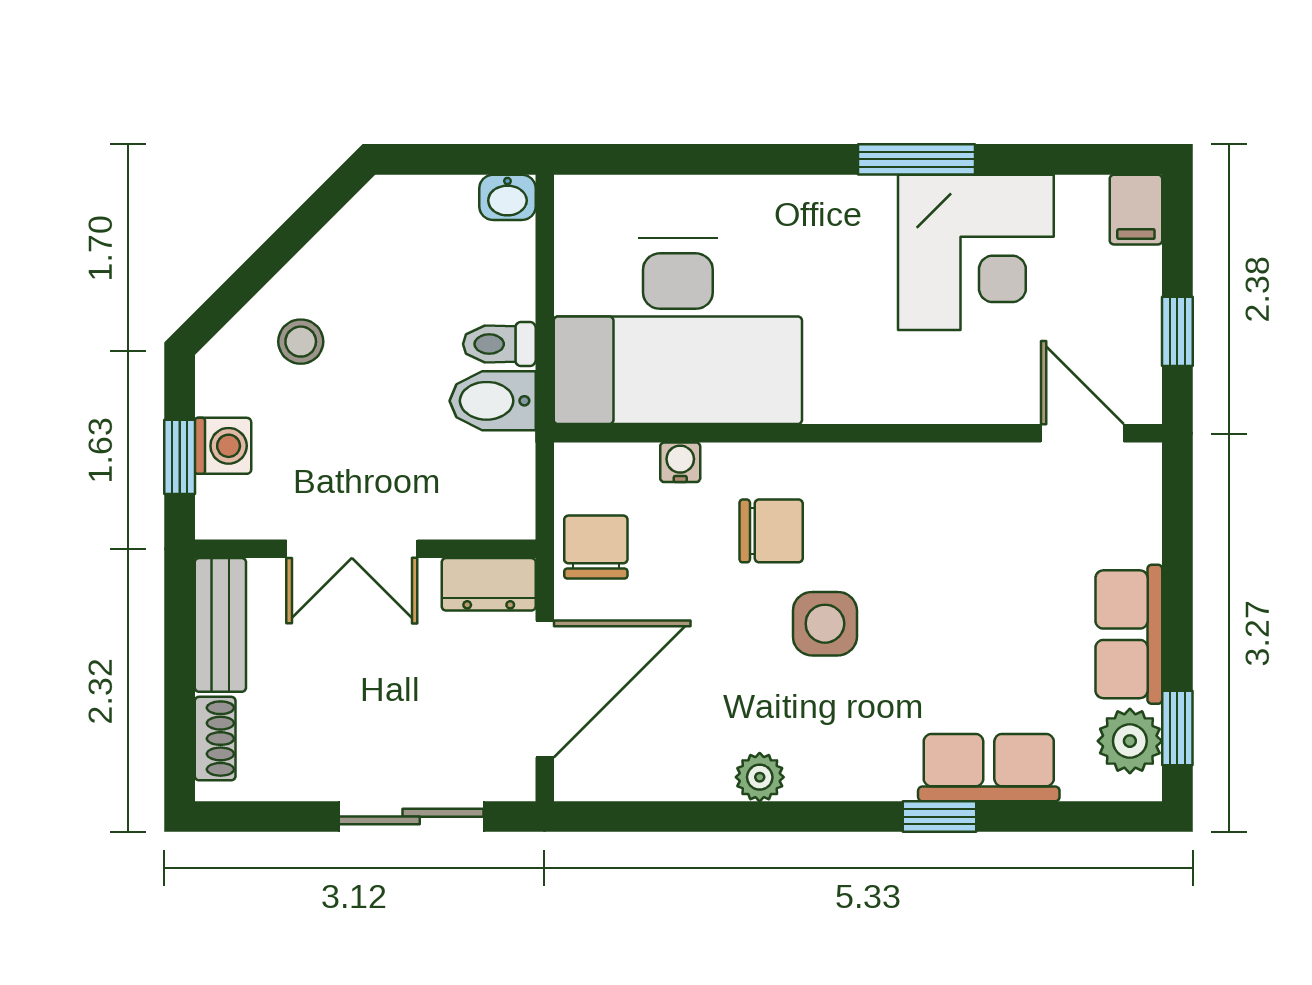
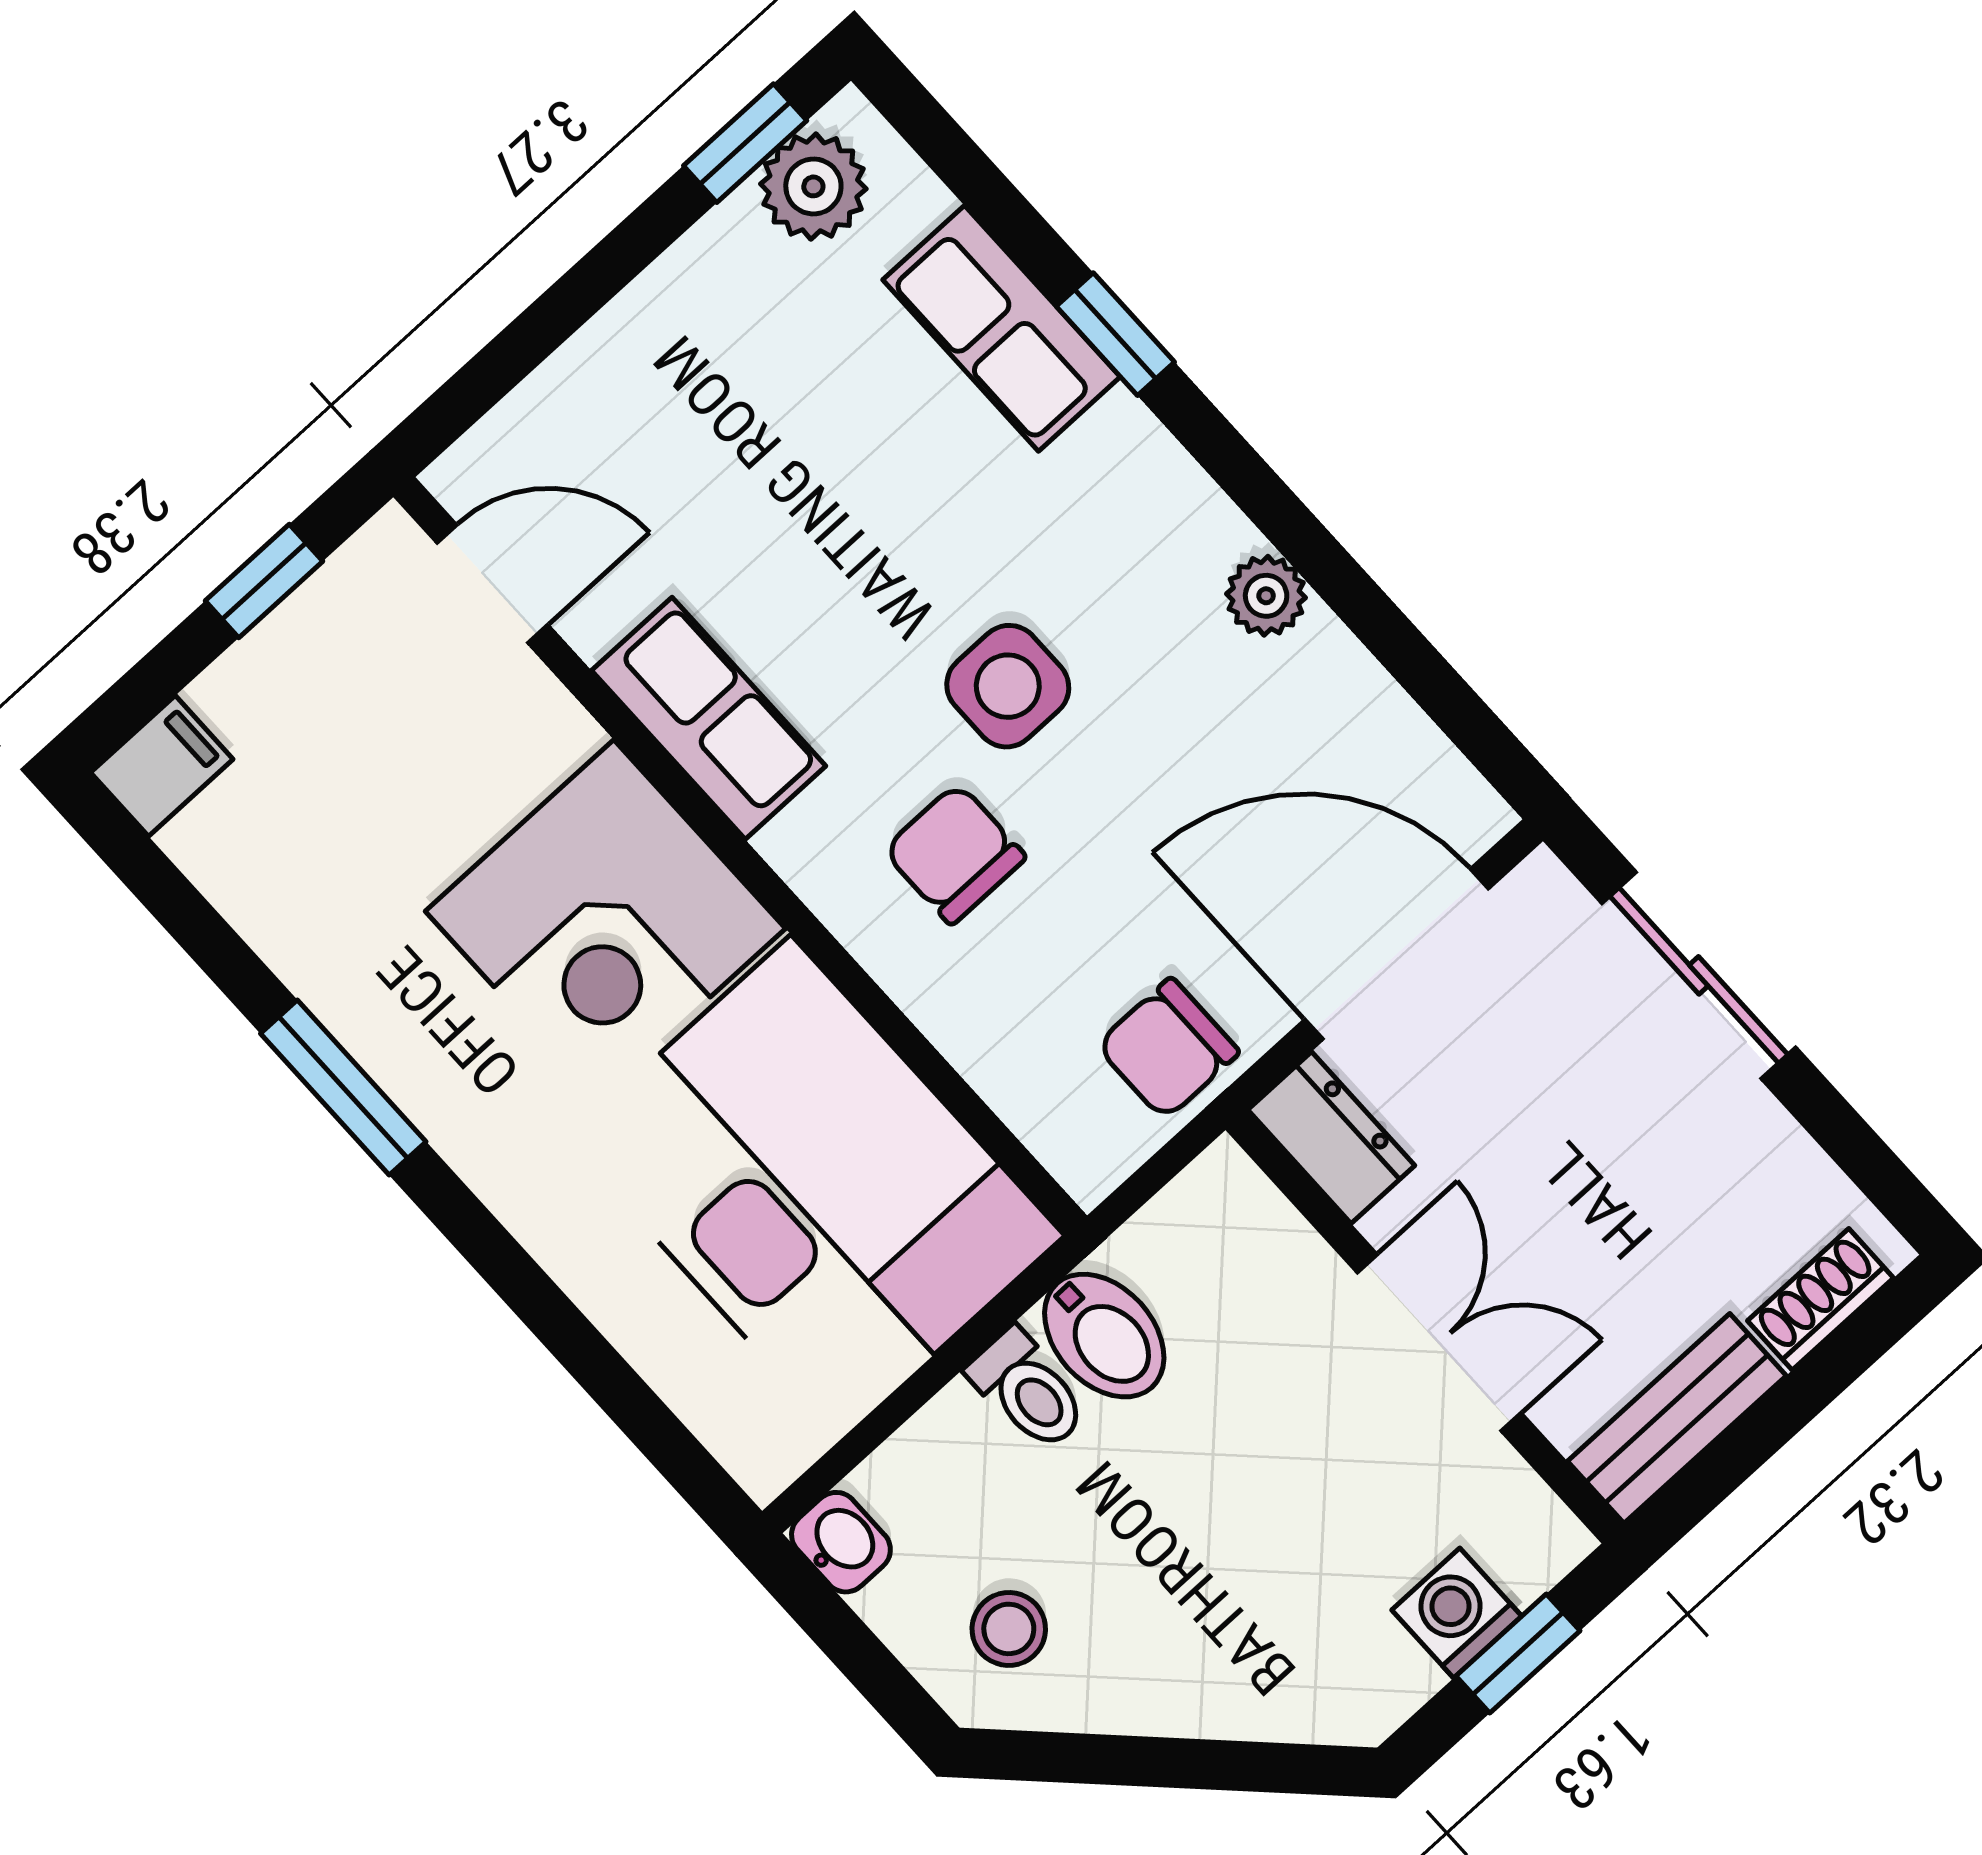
corner desk: (976, 252) -> (605, 920), moved, turned 180
stool: (301, 342) -> (1009, 1629), moved
door: (1082, 433) -> (492, 584), swing flipped
water cooler: (680, 462) -> (972, 1040), removed
row of seats: (1129, 634) -> (709, 718), moved, turned -90

